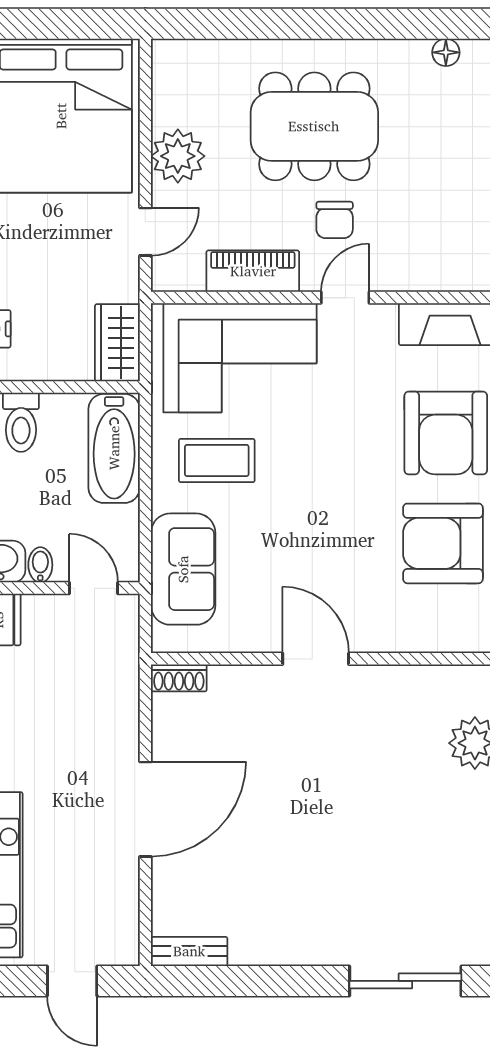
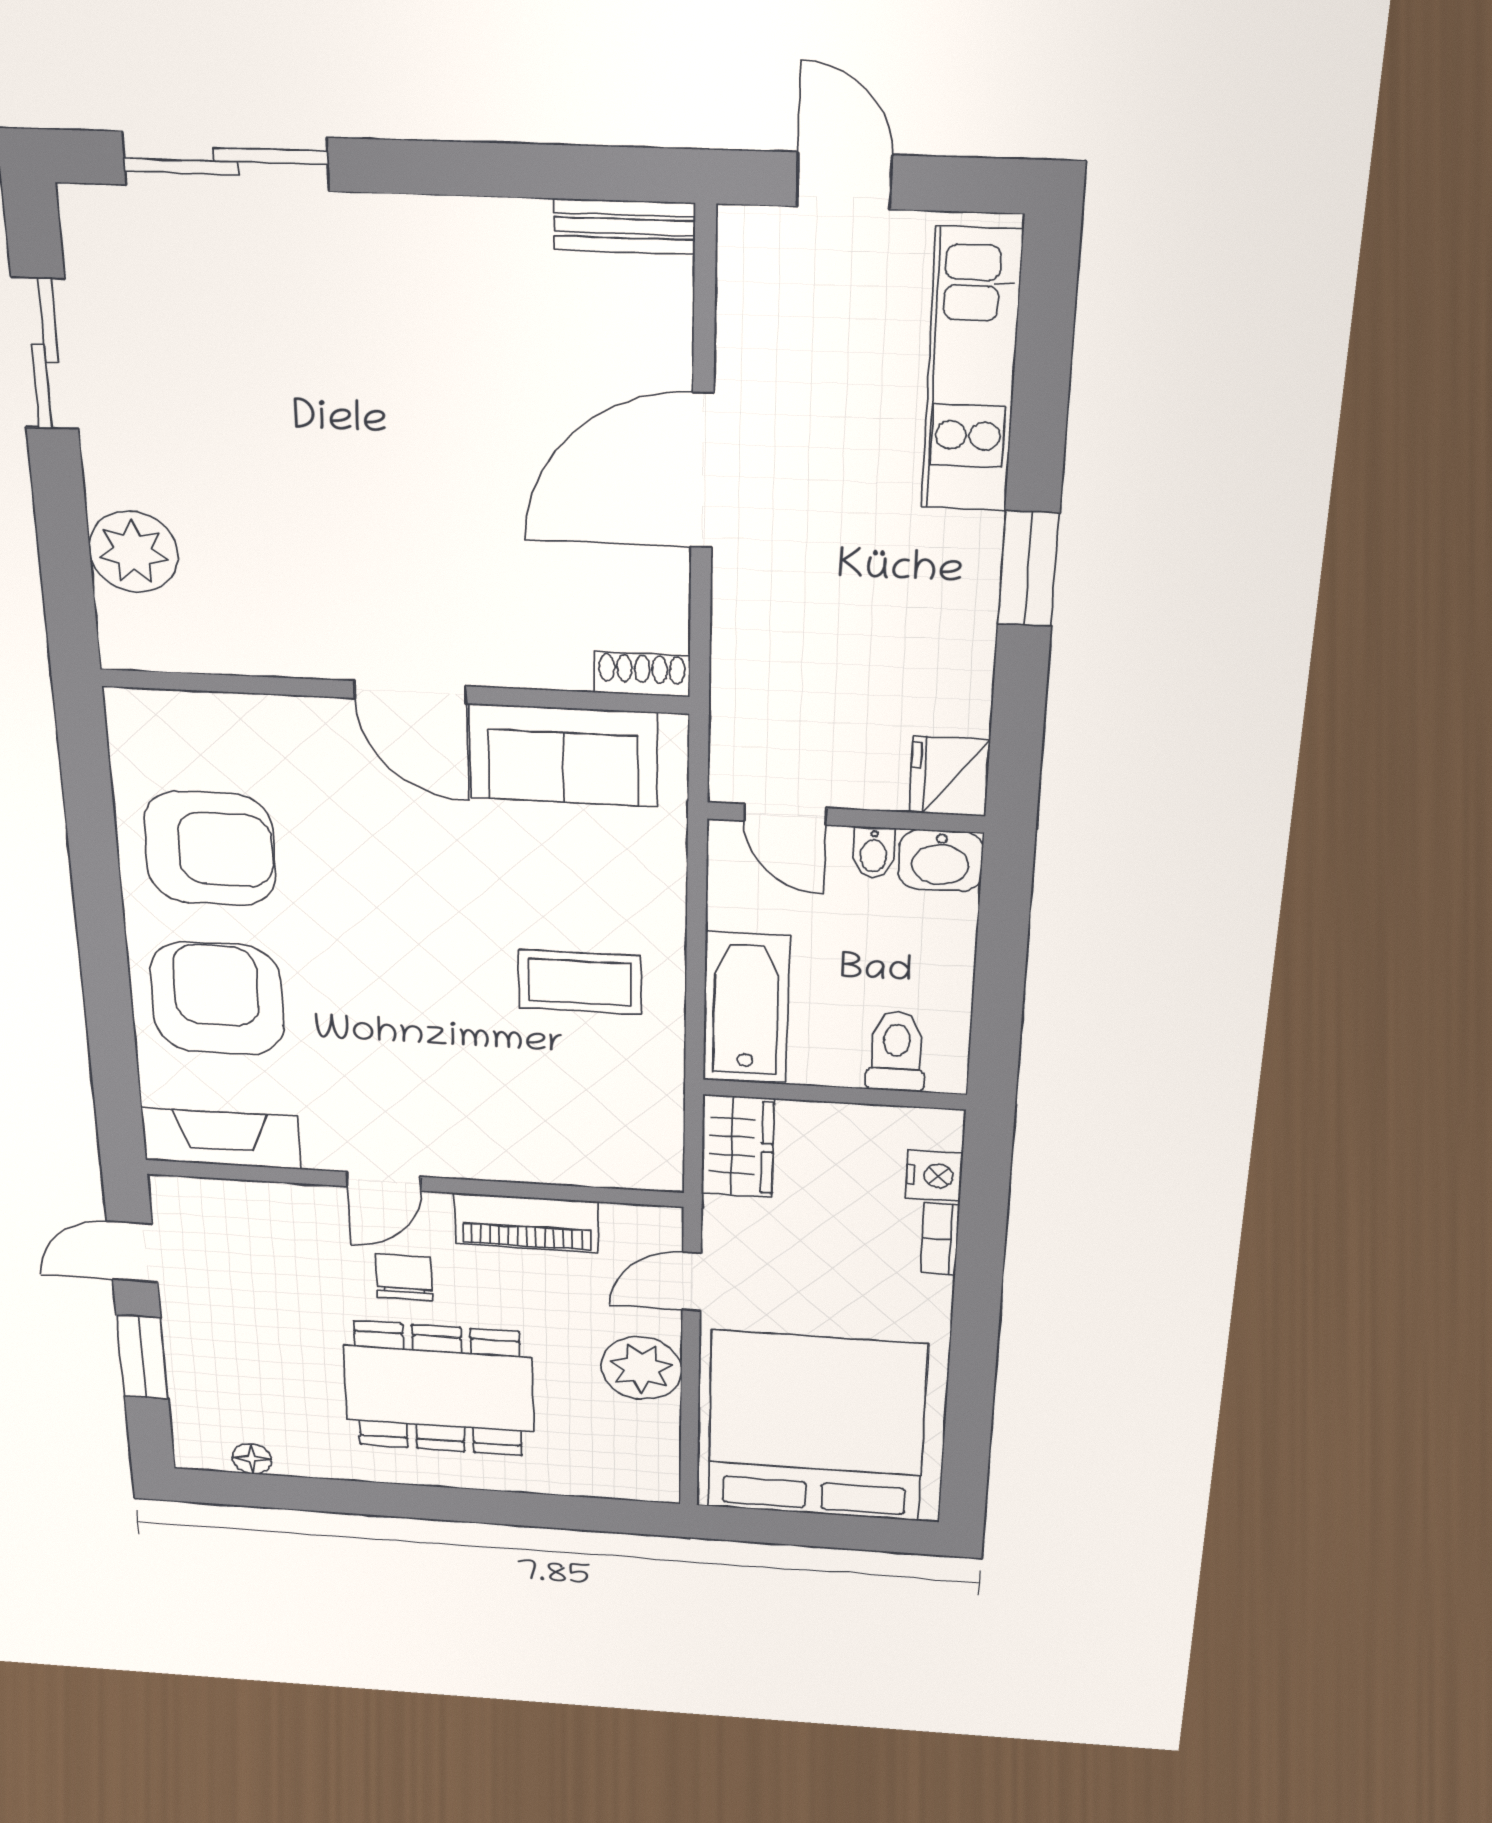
corner sofa: (240, 358) -> (544, 1115), removed
sofa: (183, 569) -> (563, 755), moved, turned -90

